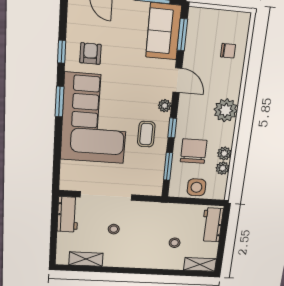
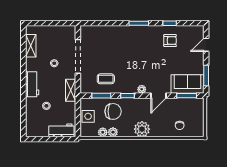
corner sofa: (95, 119) -> (130, 46), removed
coffee table: (146, 134) -> (106, 79), moved
workbench: (68, 214) -> (32, 84), moved, turned -90
shelving: (200, 264) -> (71, 90), moved

